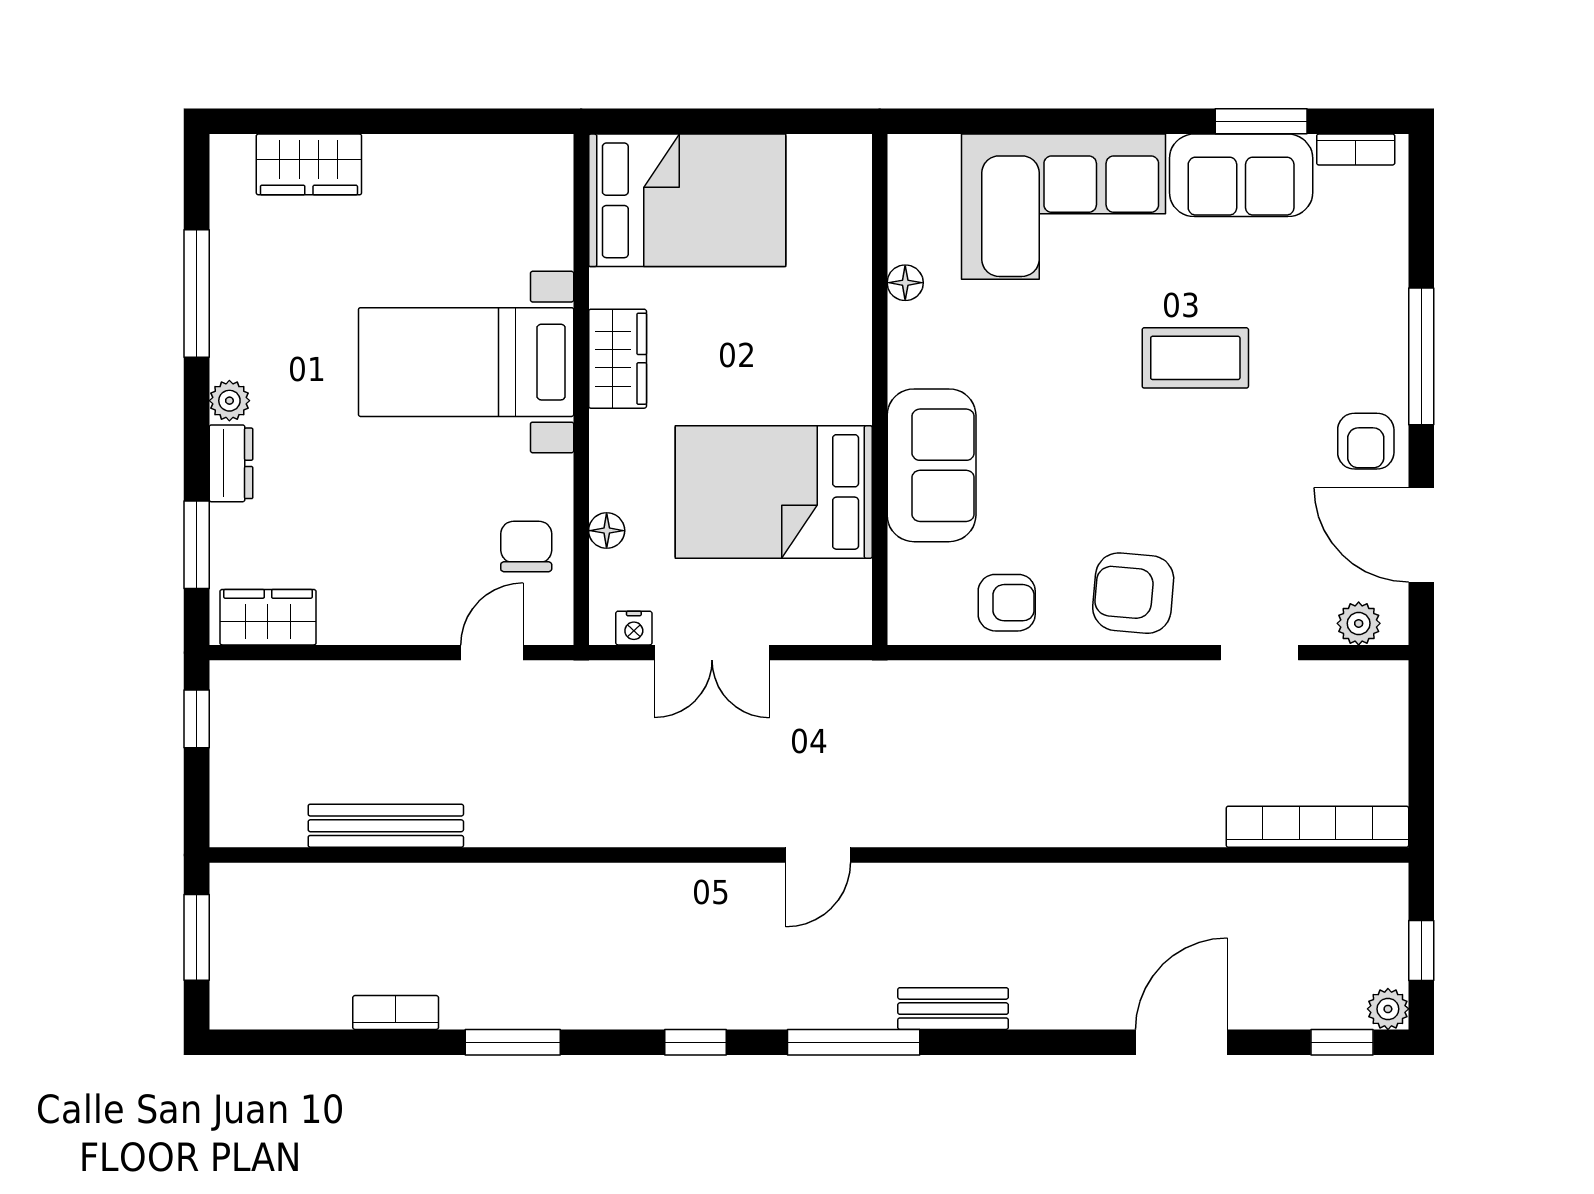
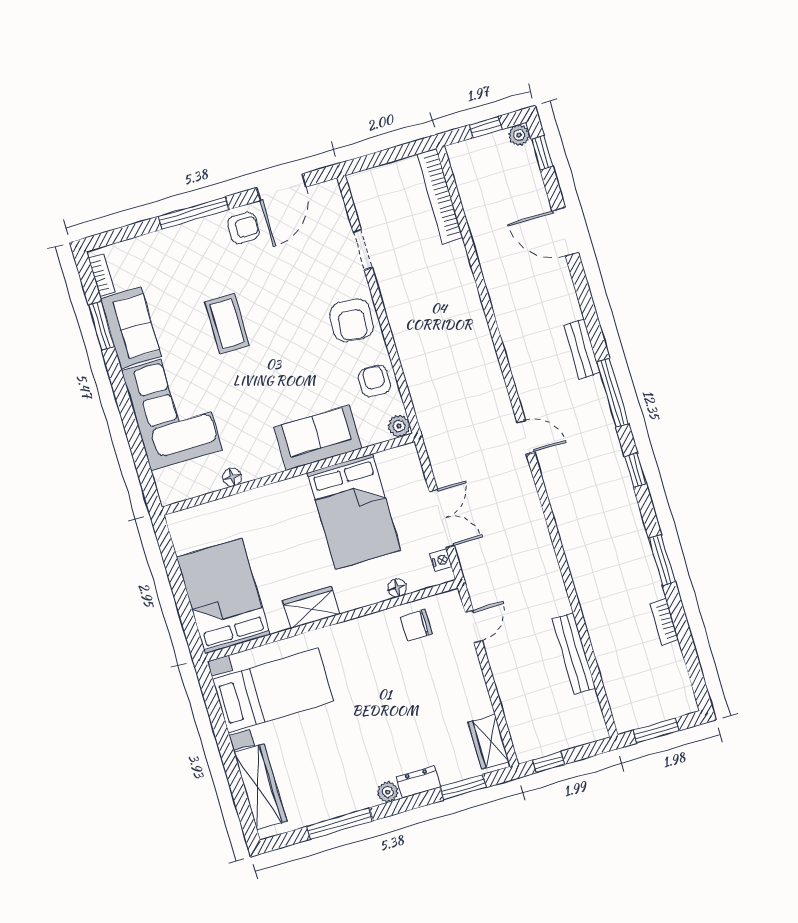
wardrobe: (309, 164) -> (260, 787), width x1.50
bed with nightstands: (466, 362) -> (273, 691), moved, turned -90
plant: (1359, 623) -> (399, 426), moved
door: (492, 653) -> (474, 627), swing flipped

